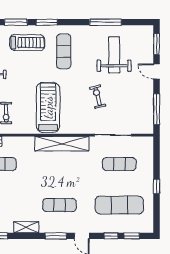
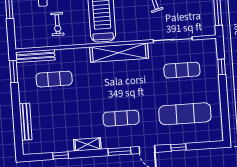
window: (156, 186) -> (222, 67), moved
window: (132, 236) -> (200, 146), removed

